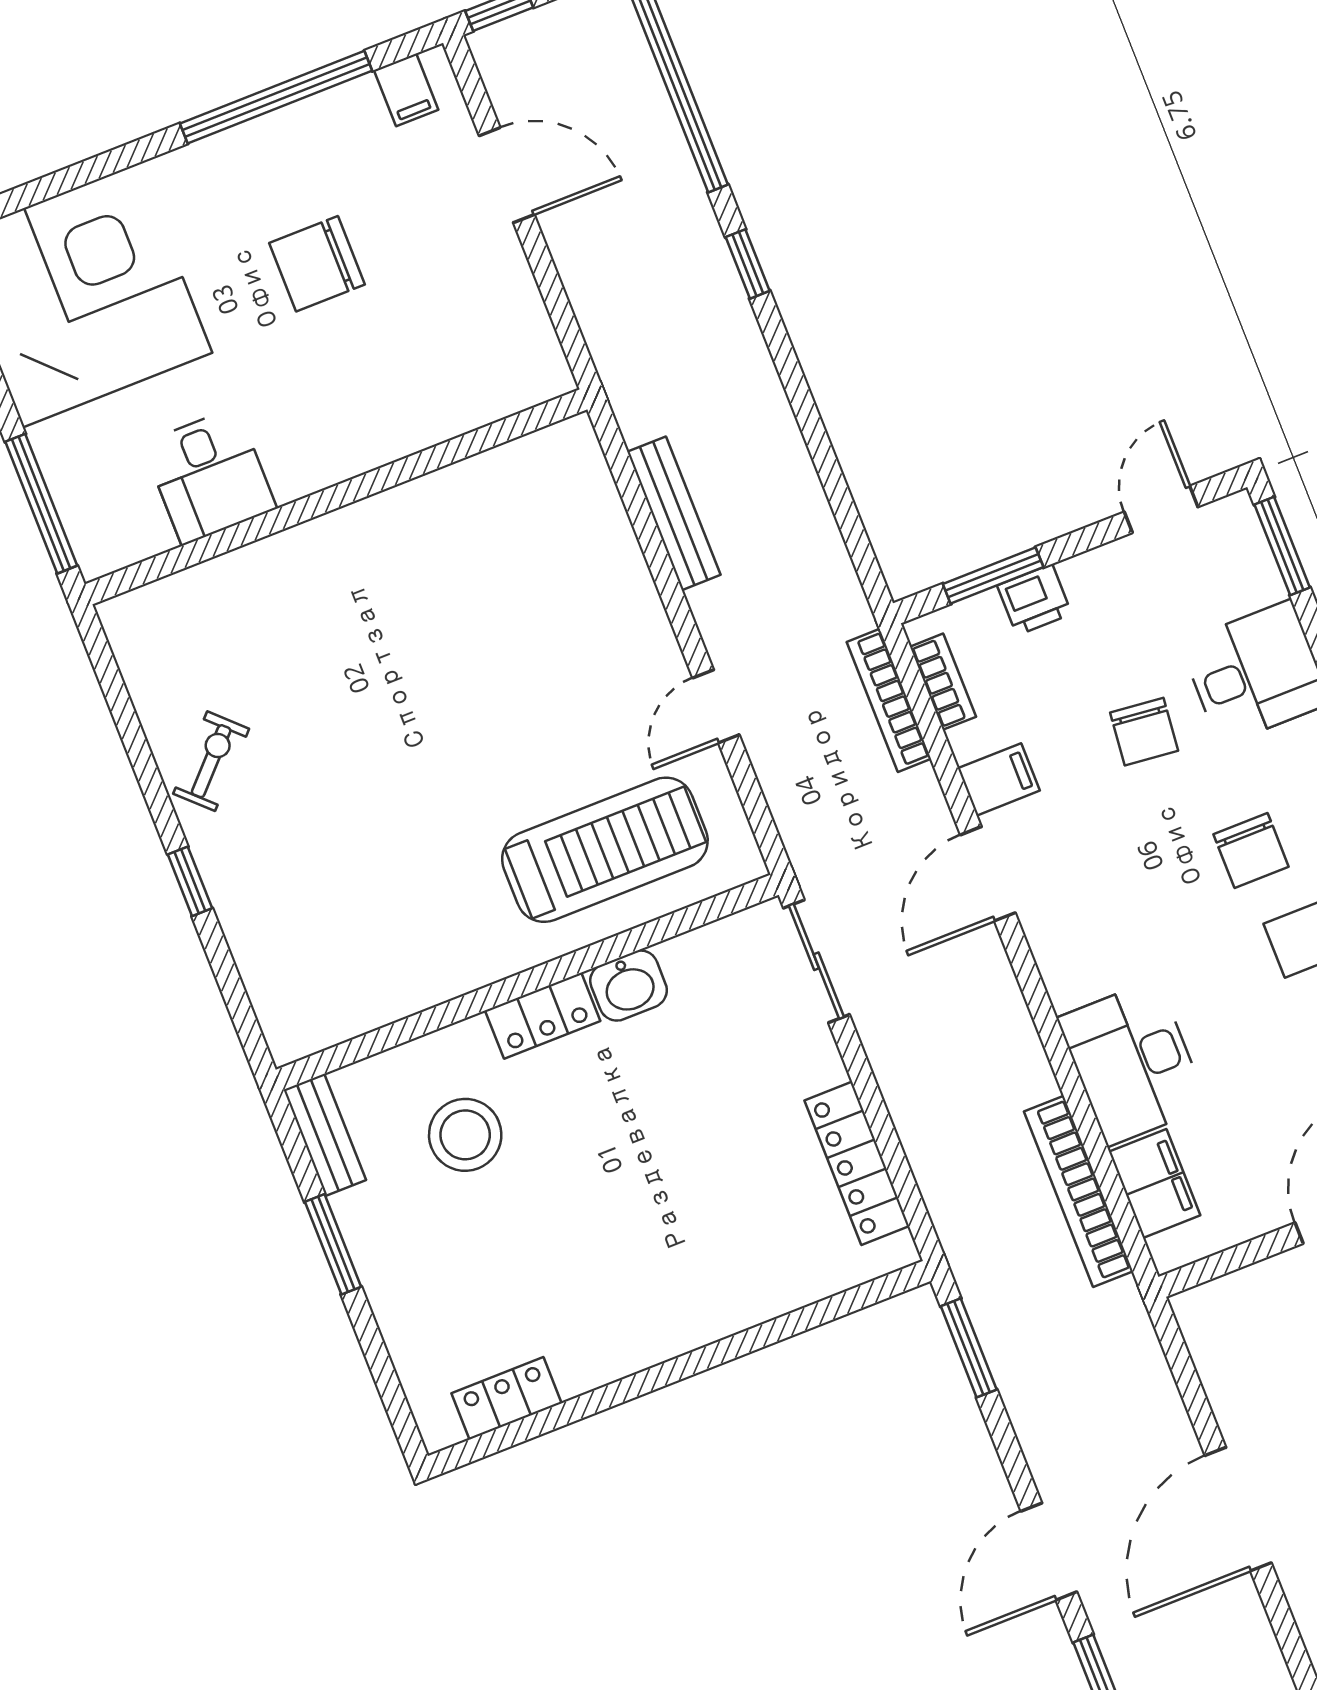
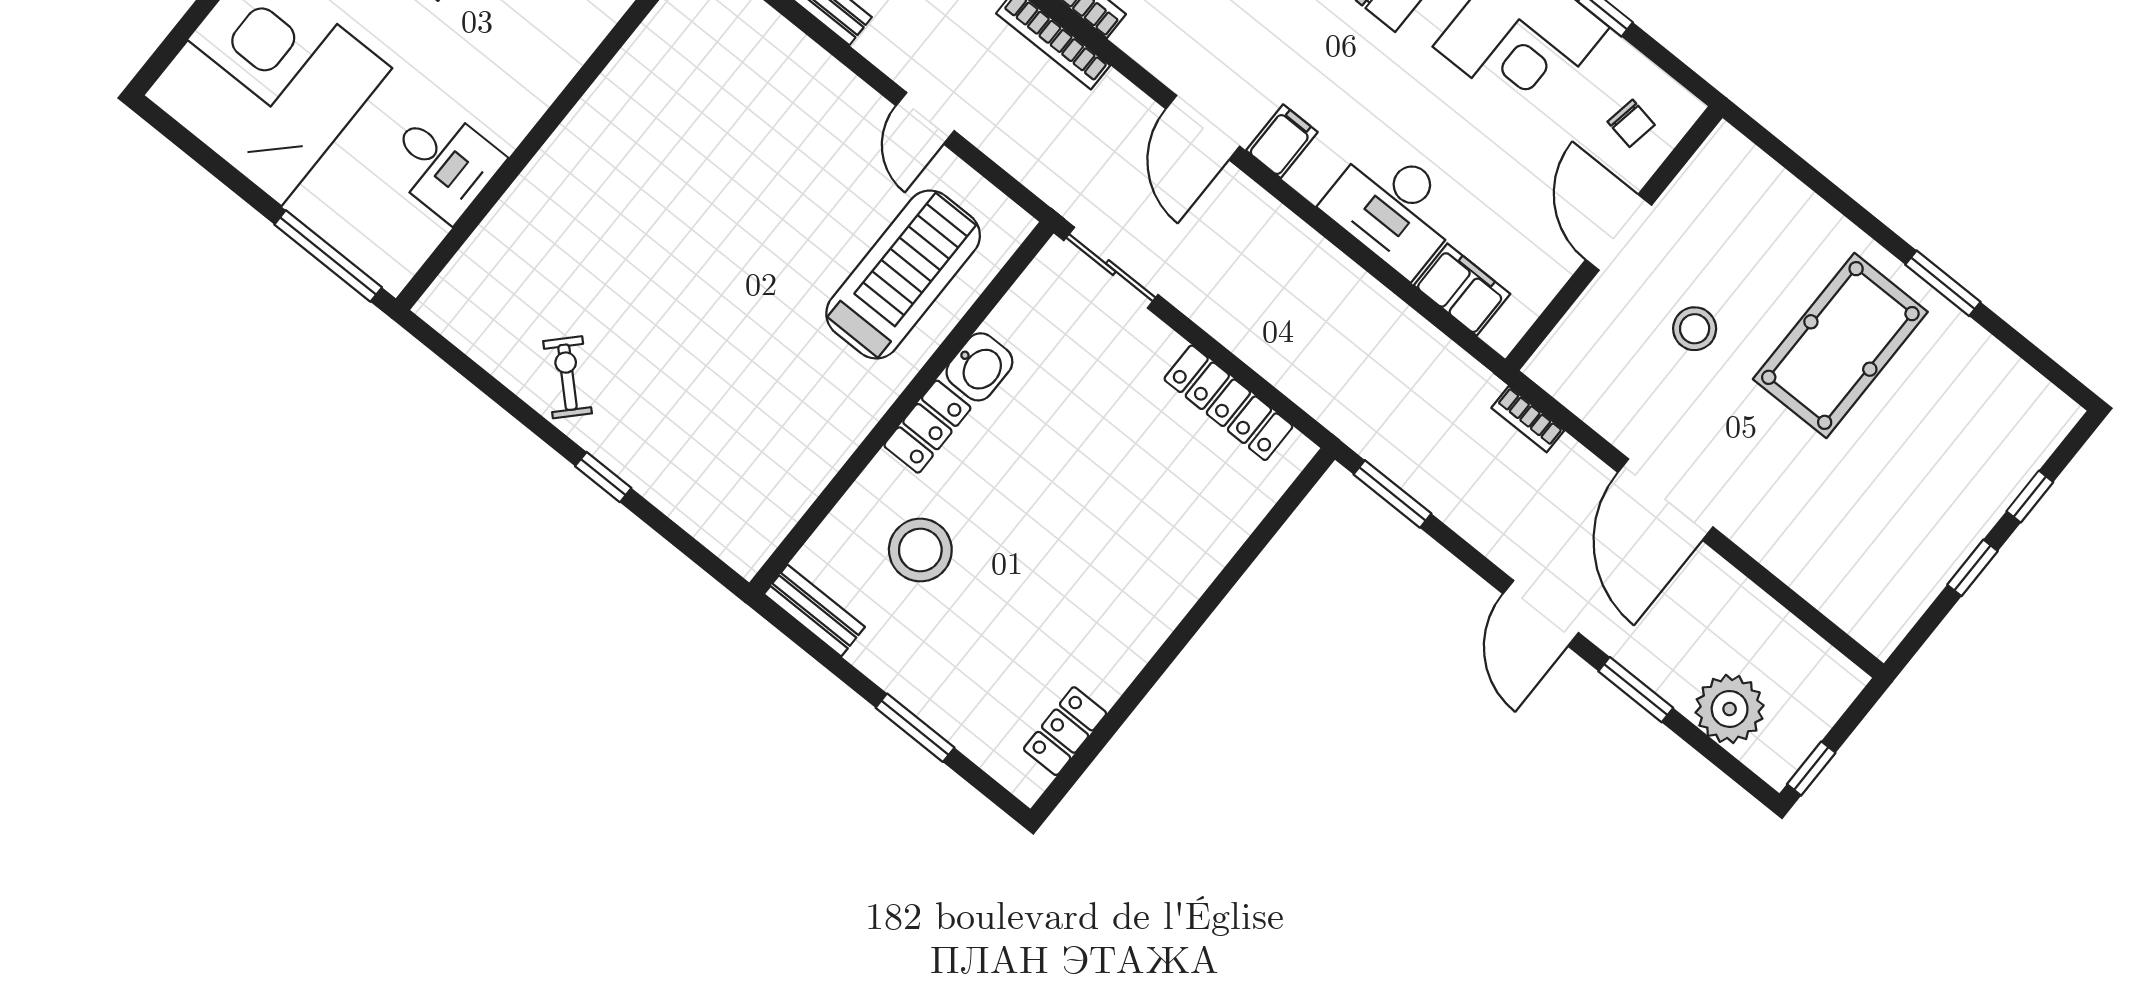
filing cabinet: (999, 779) -> (1282, 141), moved
bookcase: (1079, 1191) -> (1528, 419), moved, width x0.43, depth x0.76
window: (333, 1244) -> (915, 728), moved

